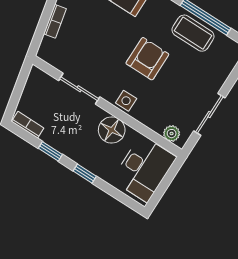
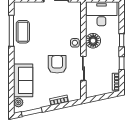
armchair: (147, 59) -> (57, 64), moved, turned 90
plant: (172, 134) -> (77, 11), removed

